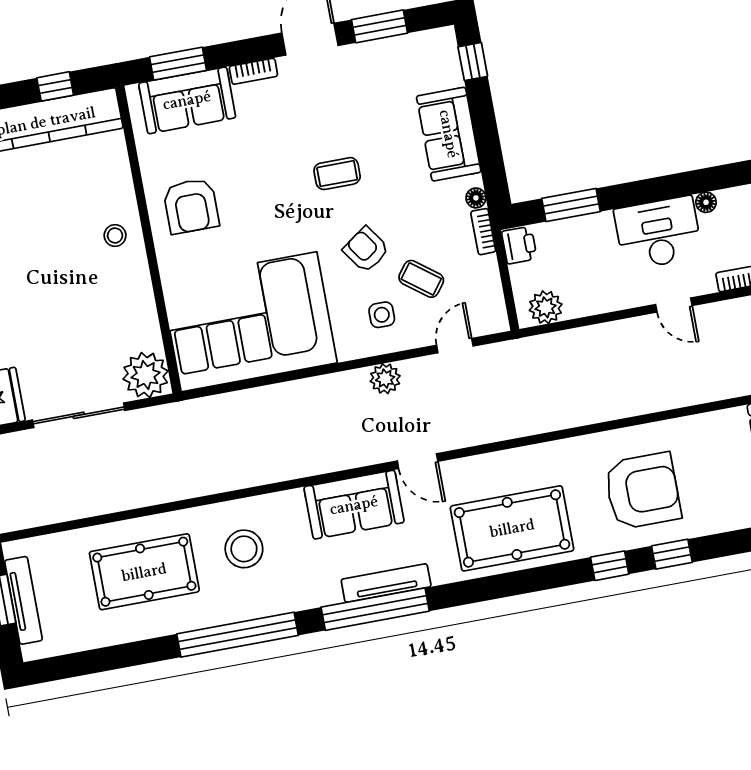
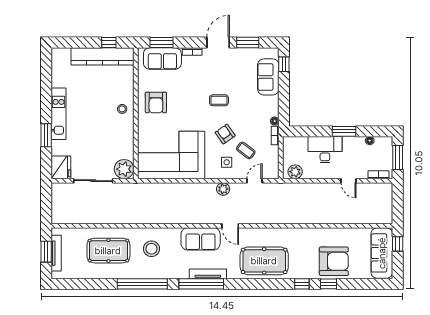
sofa: (449, 134) -> (268, 77), moved
window: (571, 205) -> (344, 131), moved
desk: (658, 233) -> (325, 150), moved
printer: (519, 245) -> (289, 144), removed
armchair: (643, 491) -> (334, 261), moved

